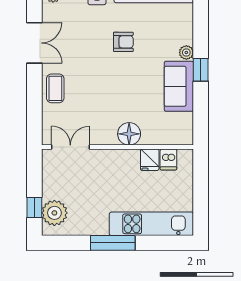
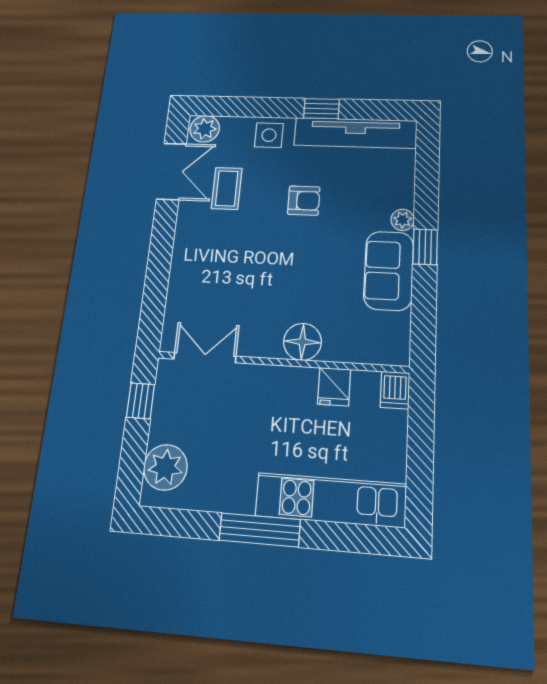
double door: (34, 43) -> (171, 171), moved
coffee table: (55, 88) -> (227, 188), moved
dishwasher: (168, 159) -> (395, 390), moved
window: (34, 207) -> (141, 401), moved

